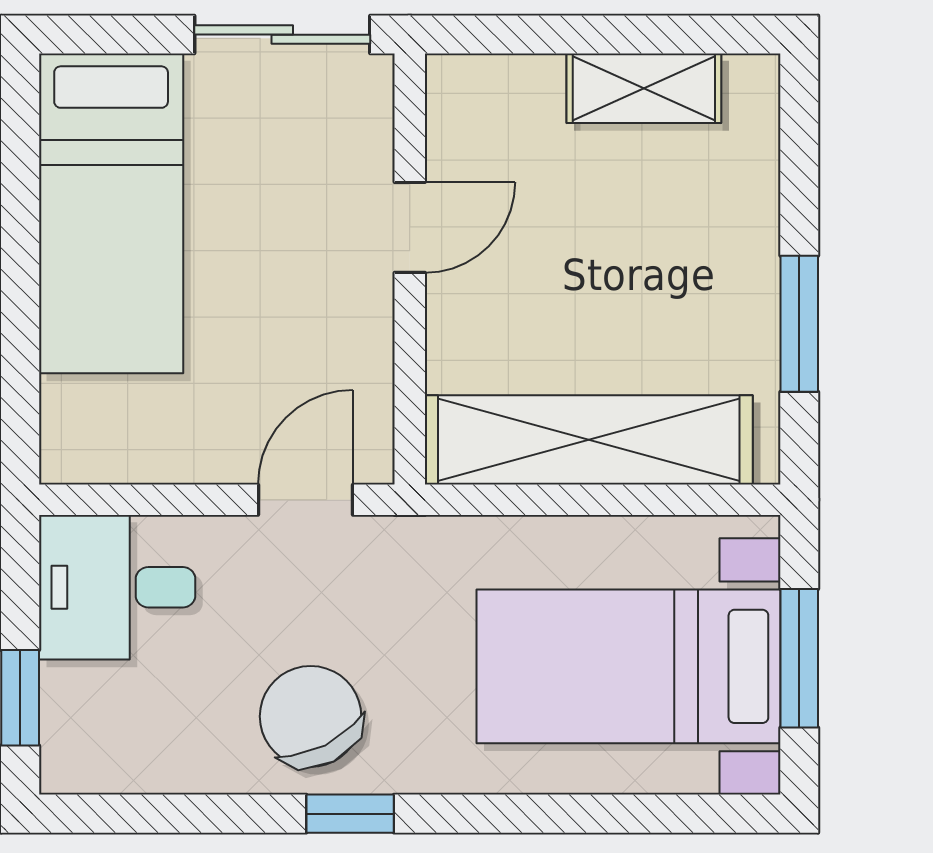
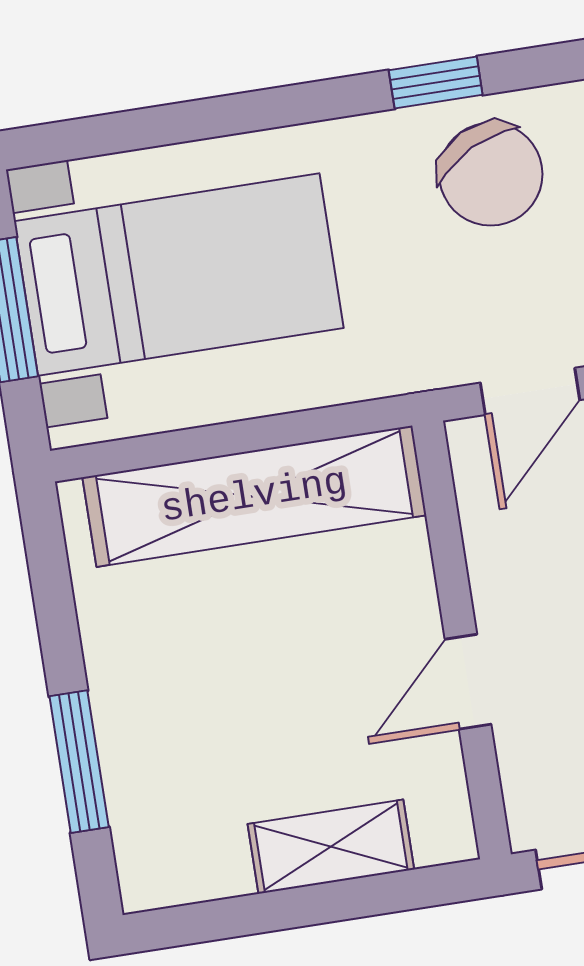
shelving: (644, 88) -> (331, 847), moved
window: (799, 324) -> (79, 762), moved

